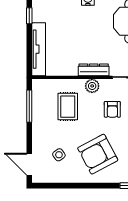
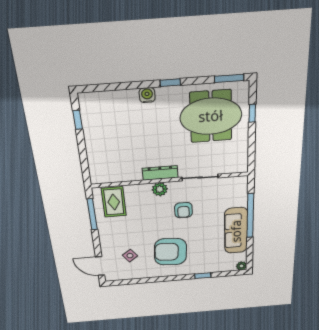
tv unit: (39, 49) -> (94, 156), removed
rug: (68, 107) -> (114, 202), moved
armchair: (98, 154) -> (170, 252), turned 32

